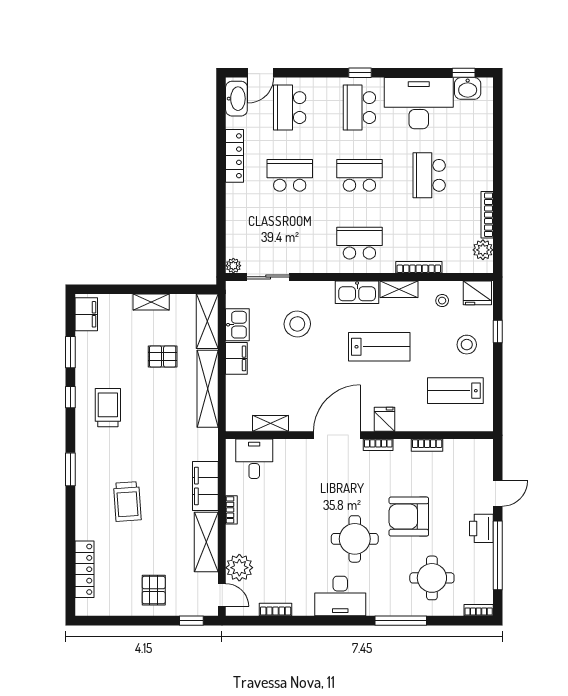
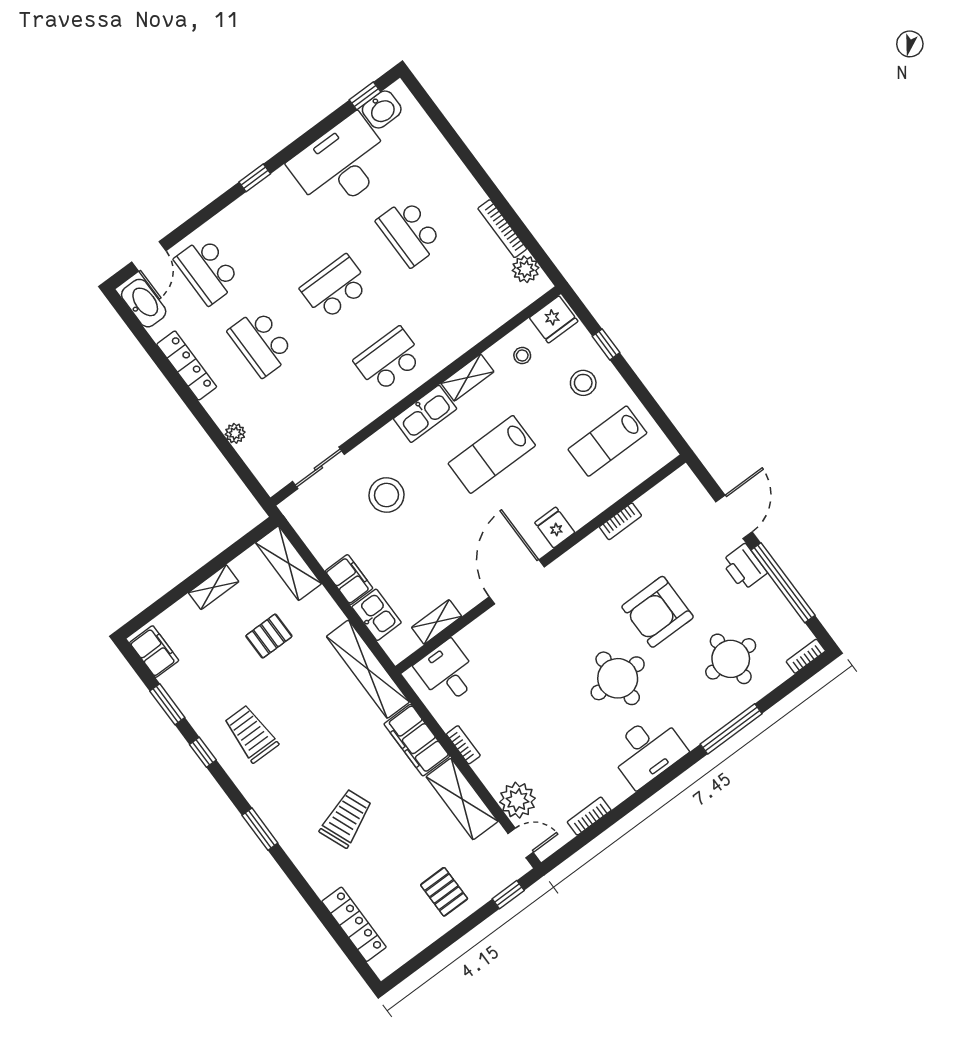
school desk: (359, 108) -> (282, 215), removed
school desk: (290, 175) -> (261, 343), turned -90
plant: (233, 266) -> (235, 433), moved
bookcase: (419, 267) -> (471, 339), removed
kitchen sink: (237, 325) -> (377, 615), moved
lab bench: (379, 347) -> (492, 454), turned 180
shelving: (208, 389) -> (368, 669), moved
bookcase: (378, 445) -> (568, 560), removed
door: (498, 493) -> (734, 517), width x1.38
trolley: (127, 502) -> (346, 818), turned -108

